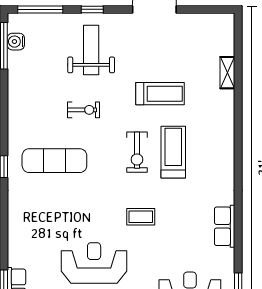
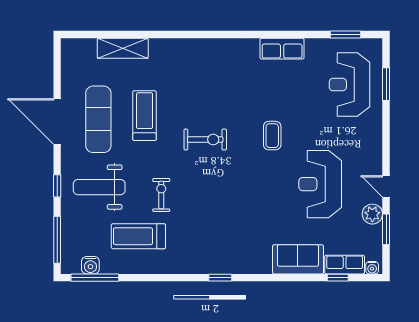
shelving: (227, 73) -> (123, 48), width x1.50, depth x1.33
treadmill: (173, 152) -> (138, 236), moved
exercise mat: (54, 161) -> (98, 119), moved
sofa: (21, 242) -> (298, 259), added

